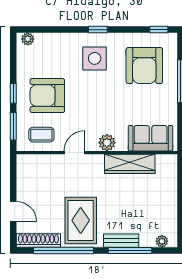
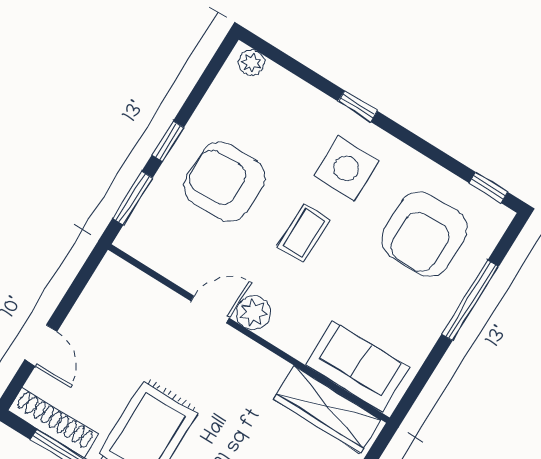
window: (98, 30) -> (358, 106), moved
coffee table: (41, 135) -> (304, 233), moved, turned 90
plant: (107, 143) -> (254, 313), moved
wardrobe: (130, 164) -> (327, 410), moved

